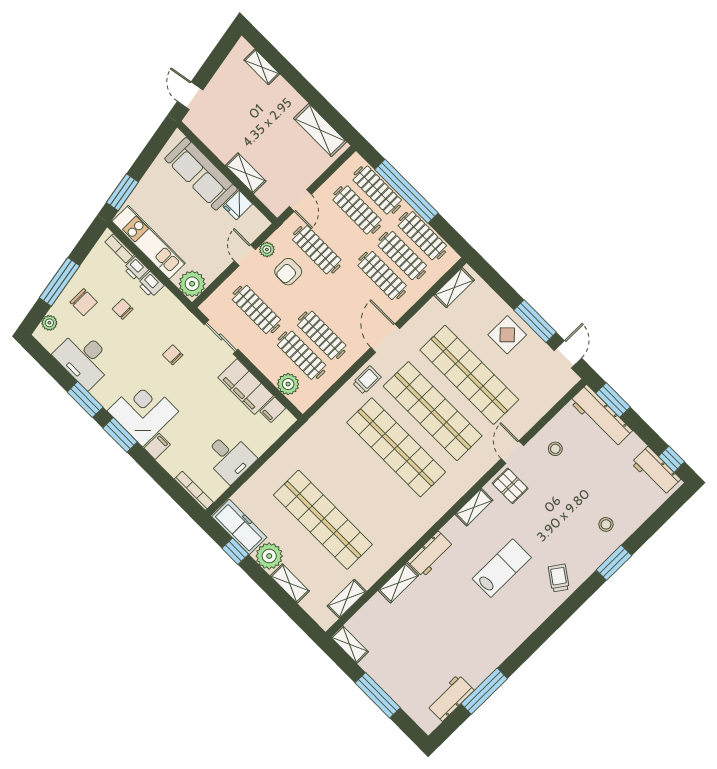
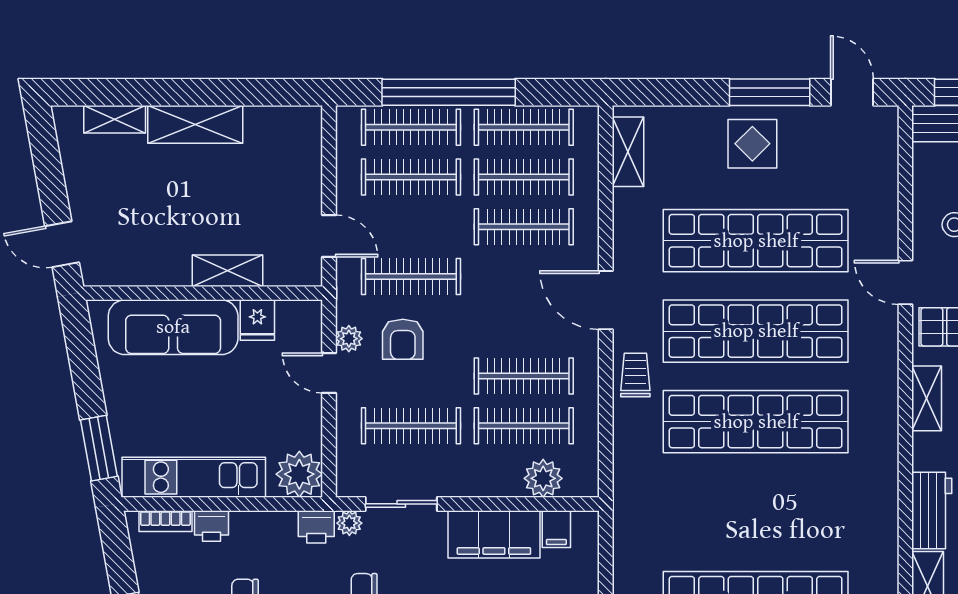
shelving: (320, 130) -> (195, 124), moved
printer: (151, 284) -> (316, 527), moved
plant: (192, 324) -> (349, 523), added

